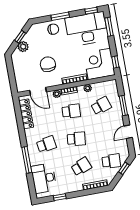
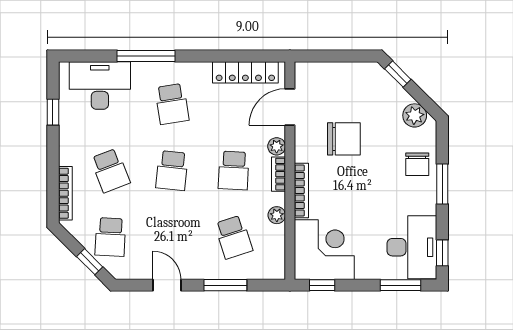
desk: (87, 29) -> (412, 247), width x0.73, depth x0.77
window: (20, 37) -> (398, 74), moved
plant: (23, 47) -> (415, 115), moved

